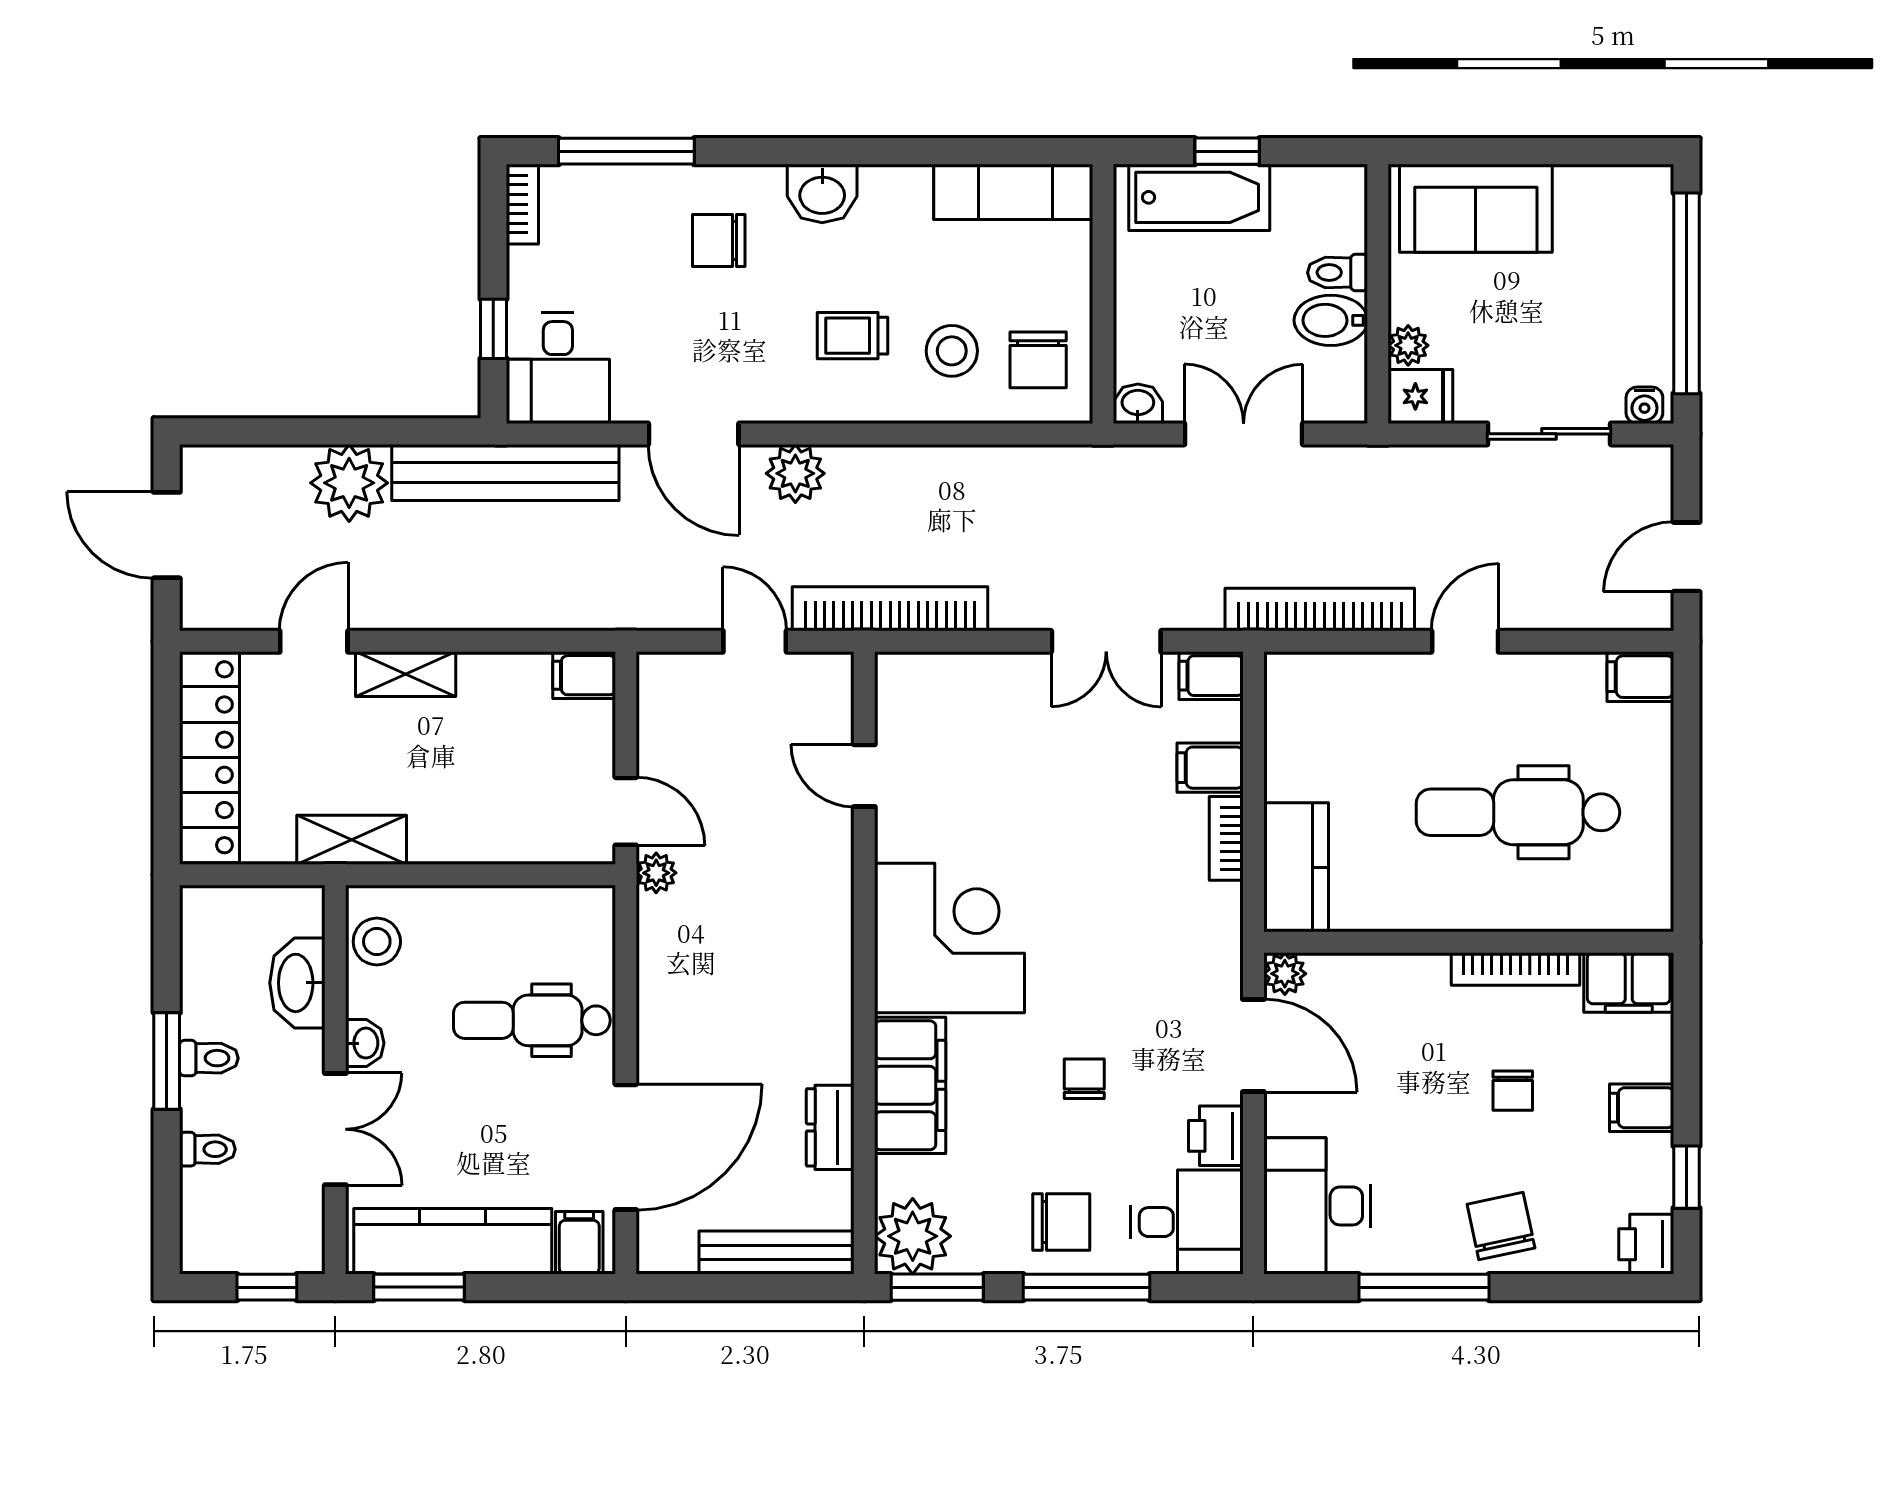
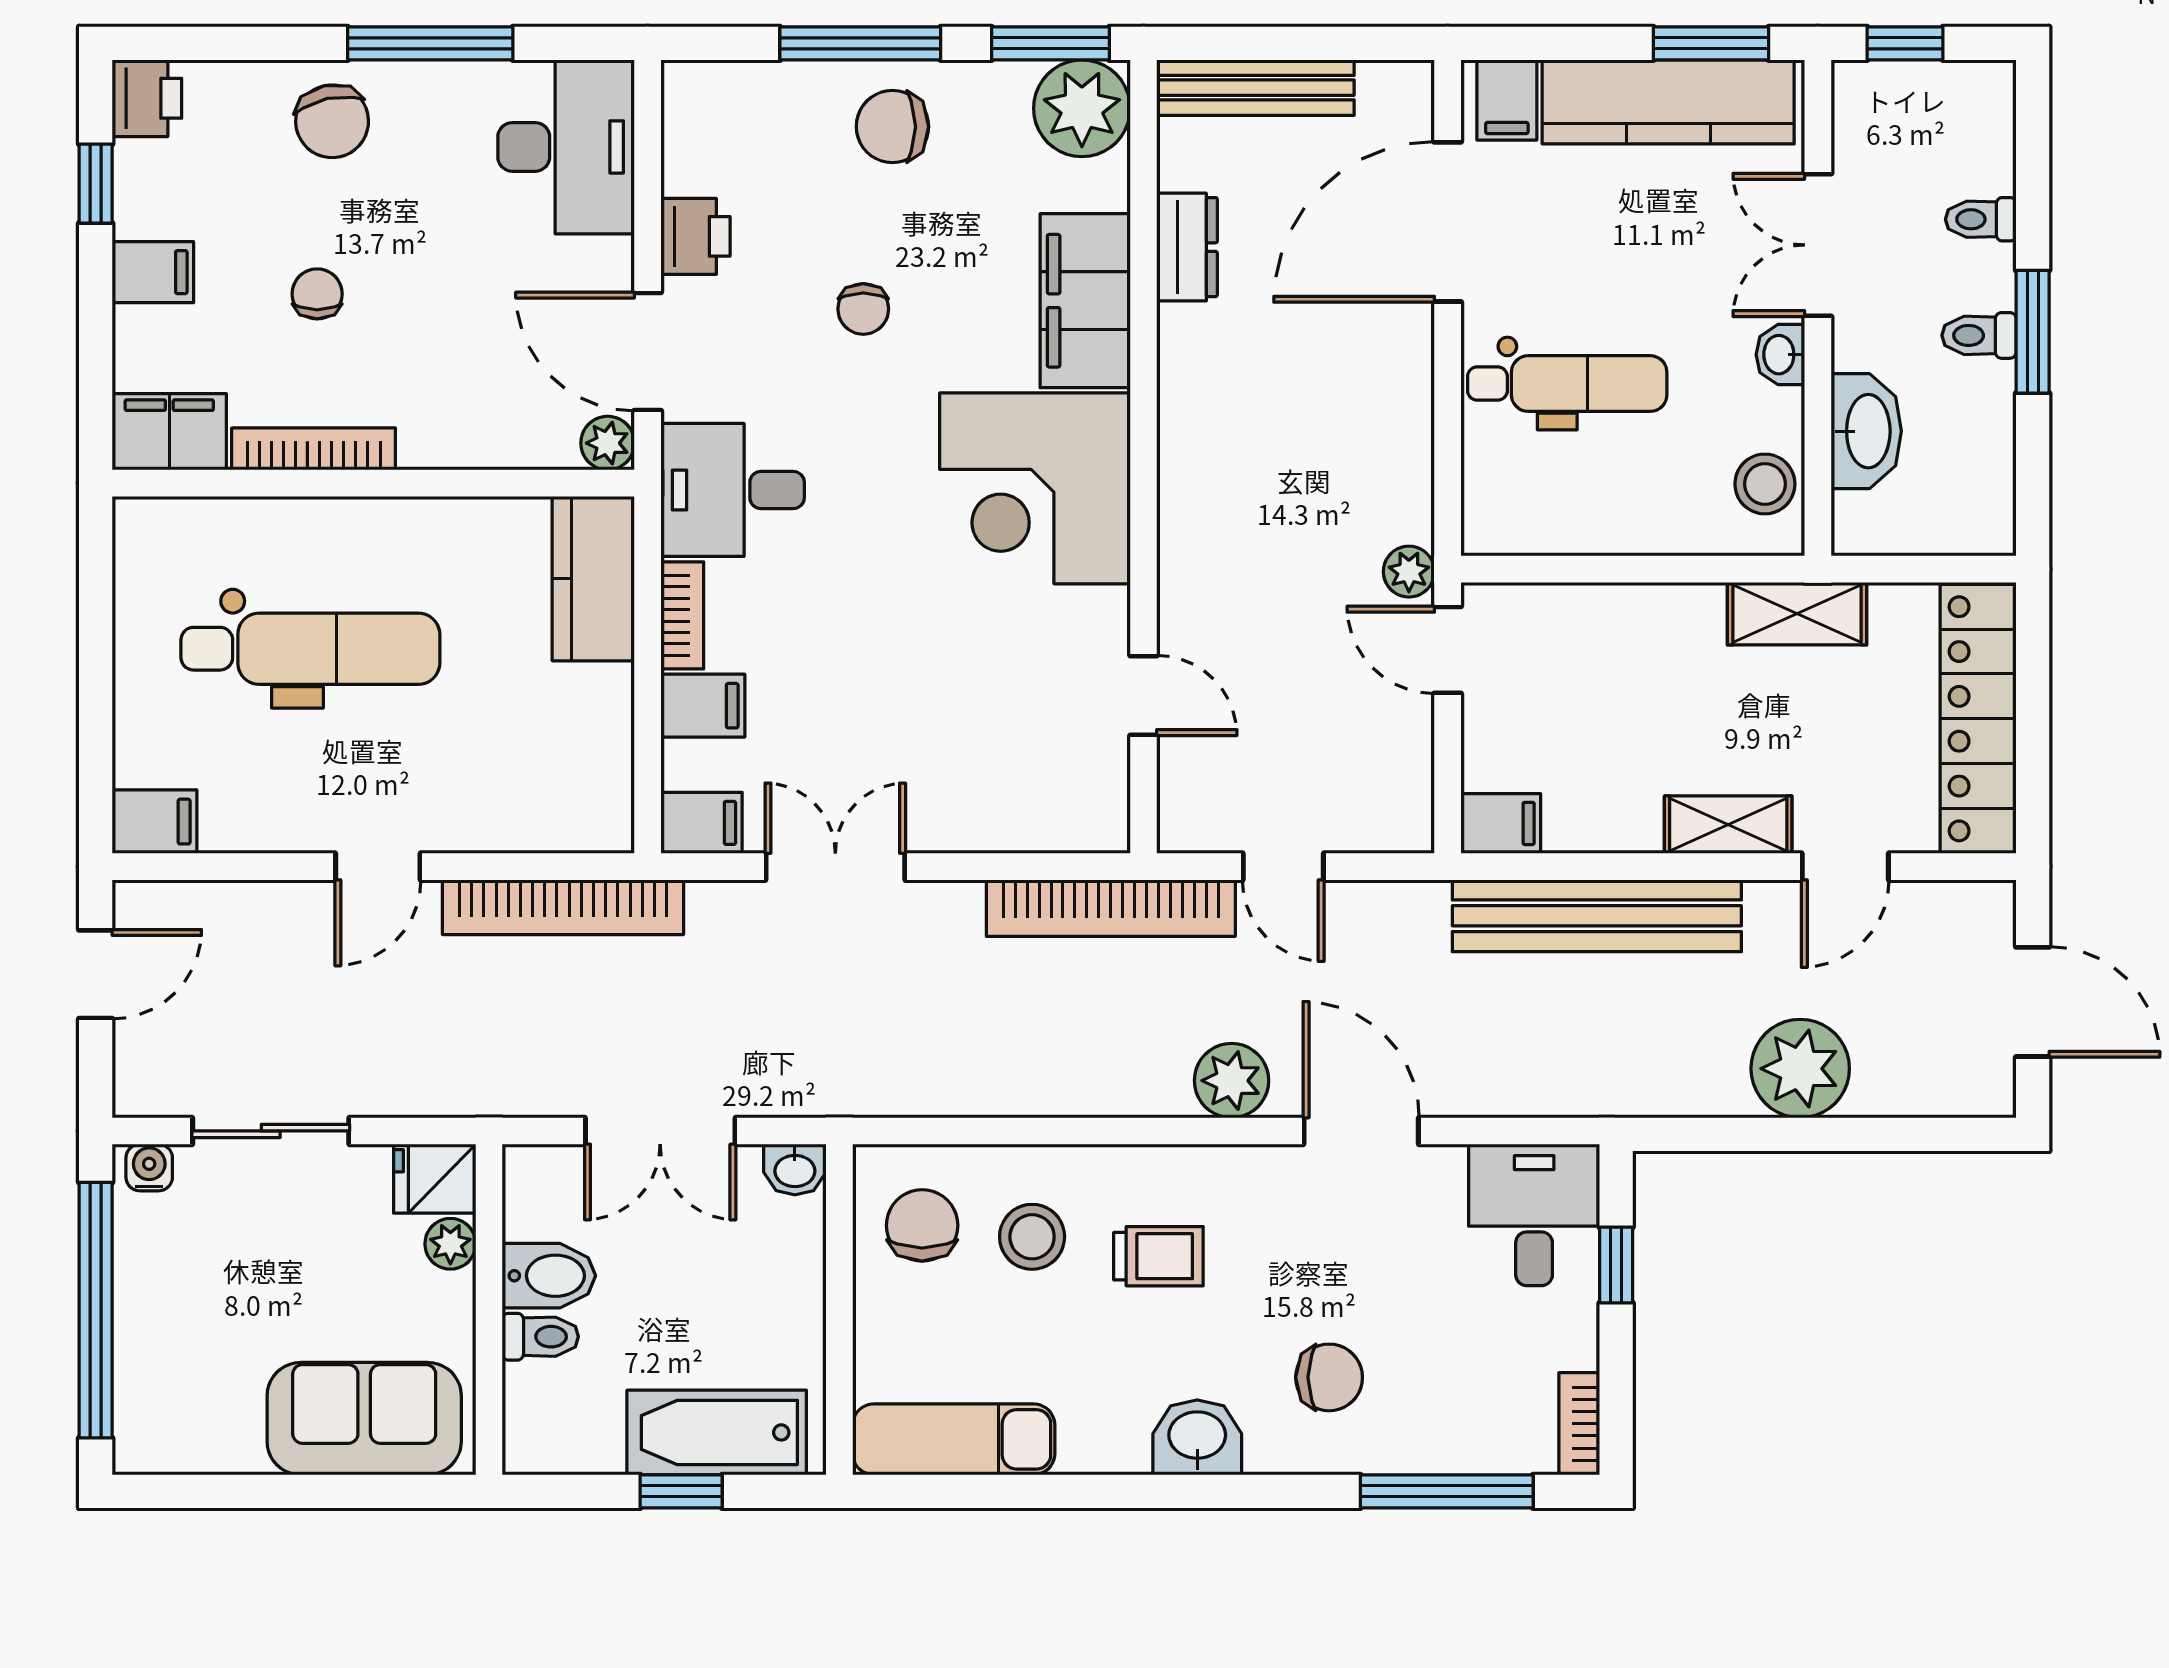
bench: (505, 472) -> (1597, 916), moved
desk: (1187, 1222) -> (733, 490), moved

